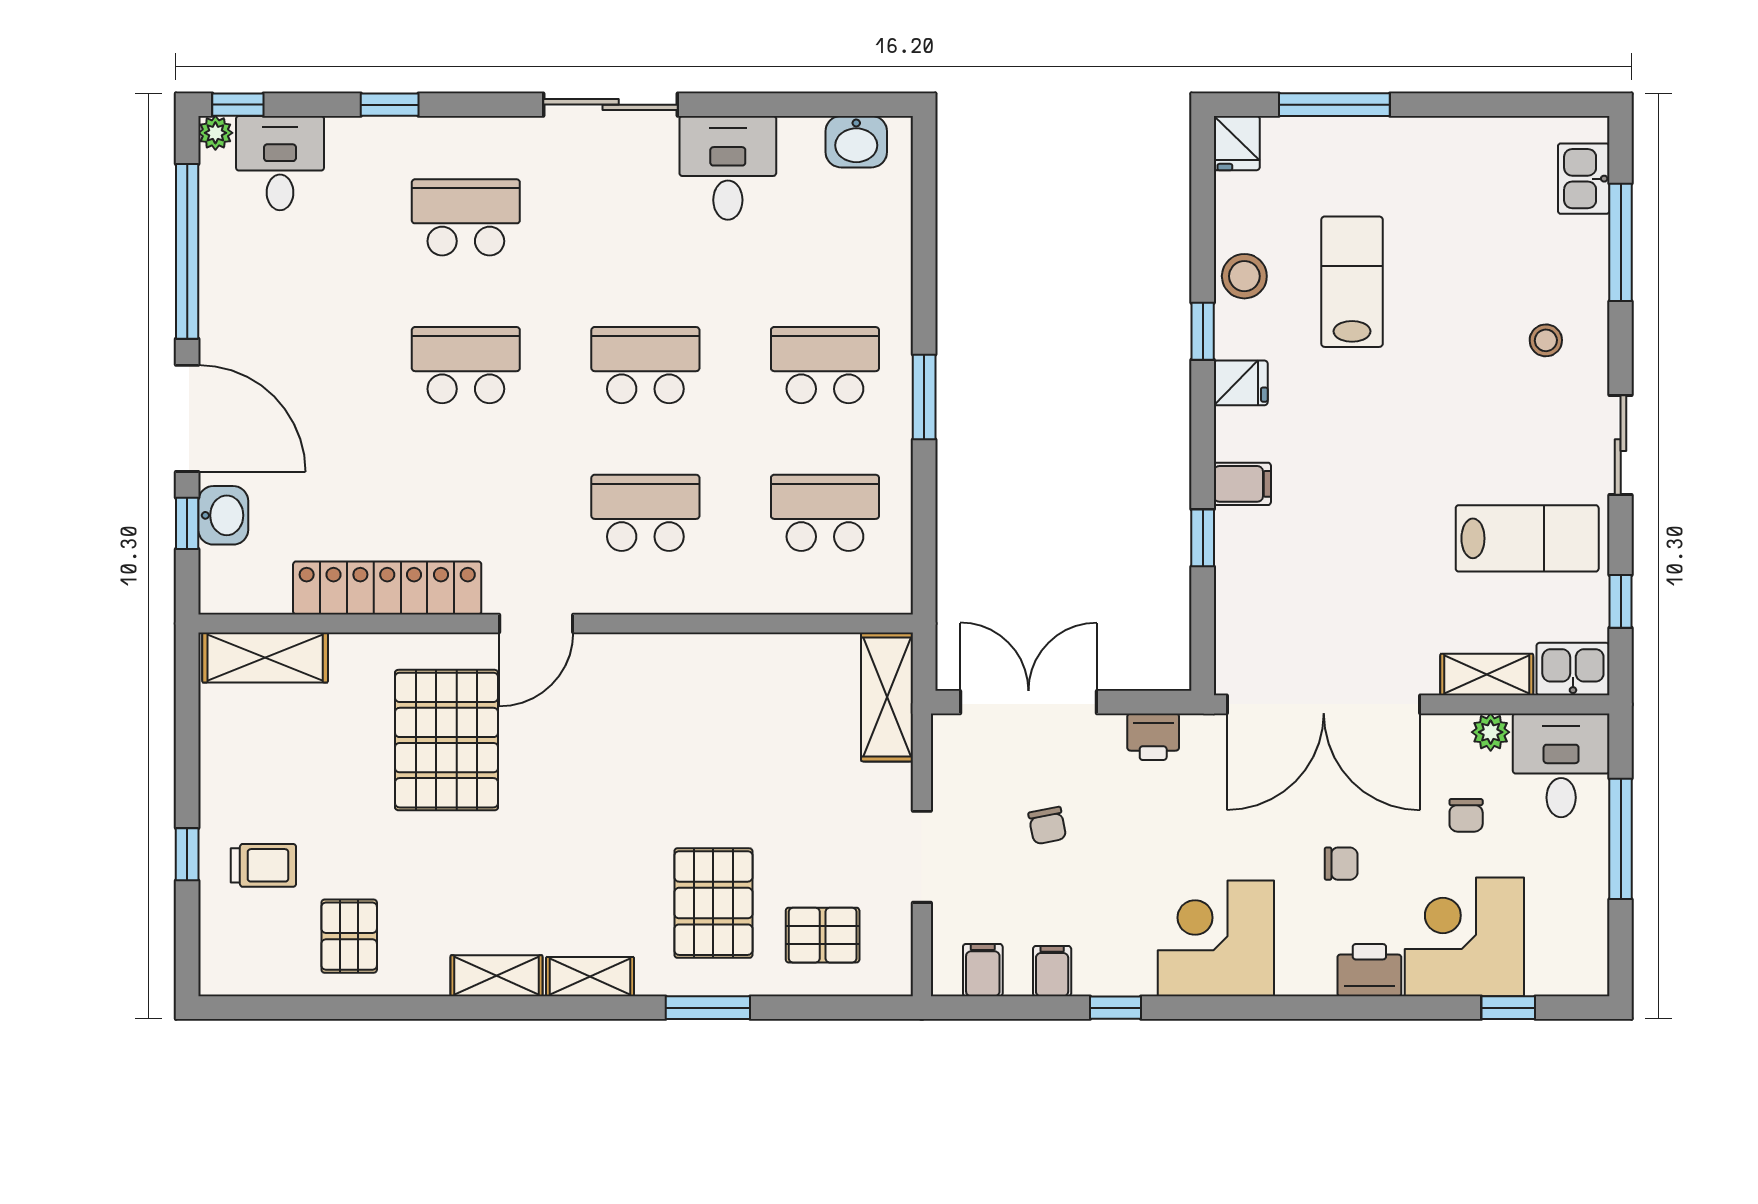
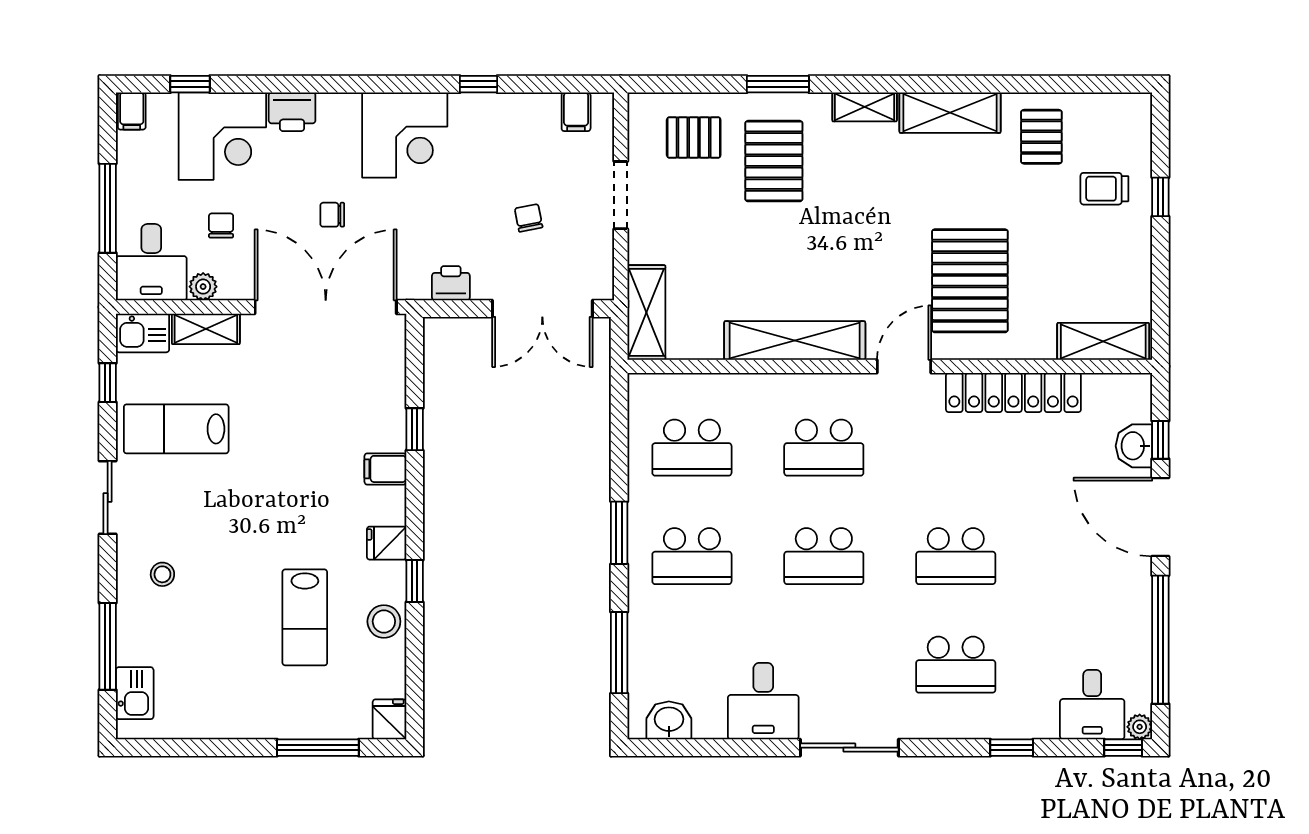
window: (924, 234) -> (619, 653), added
shelving: (685, 659) -> (795, 340), added
chair: (1341, 864) -> (332, 215), moved
filing cabinet: (1052, 971) -> (132, 111), moved
shelving: (497, 976) -> (950, 113), width x1.50, depth x1.33

